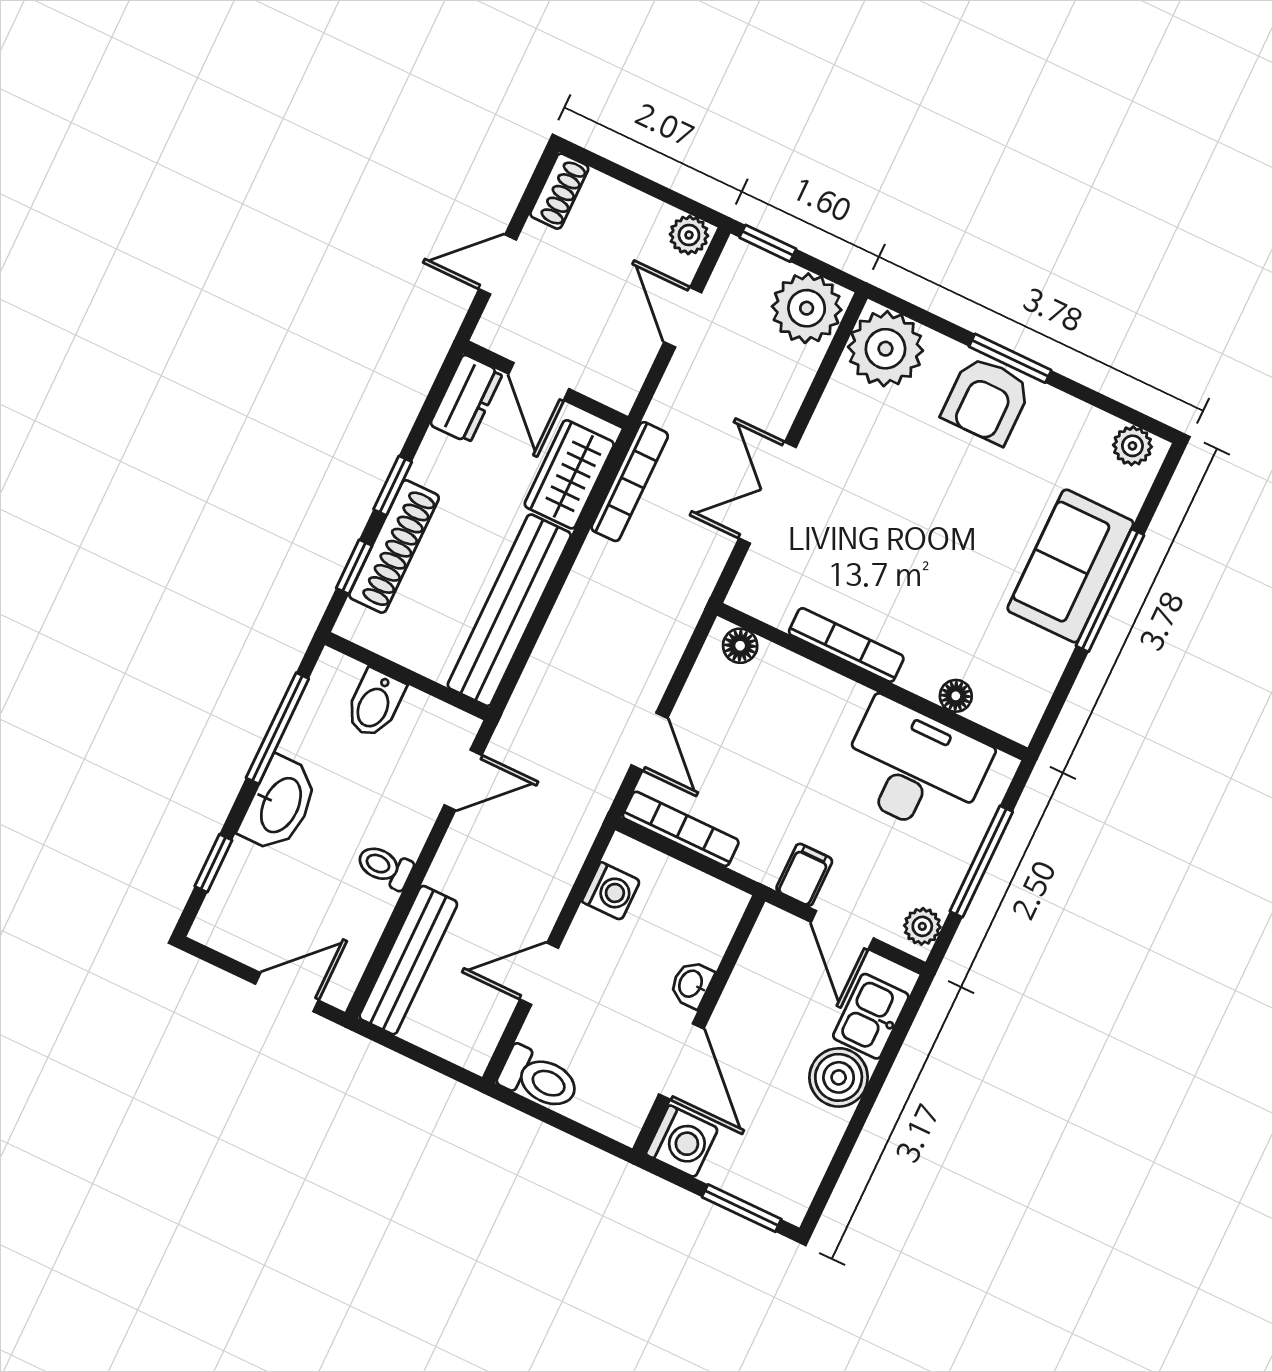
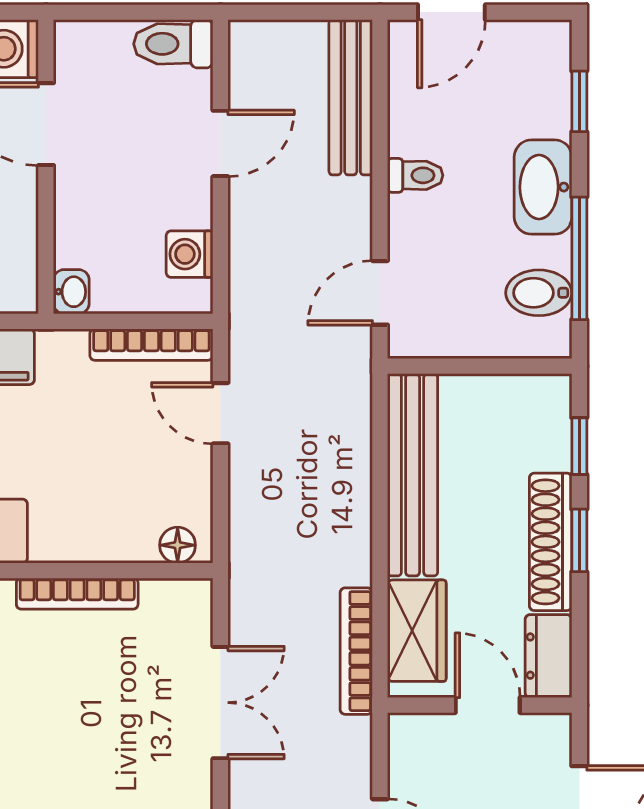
shoe rack: (394, 546) -> (551, 542), moved
bidet: (375, 704) -> (539, 293), moved, turned -90
washbasin: (691, 984) -> (71, 292), moved

